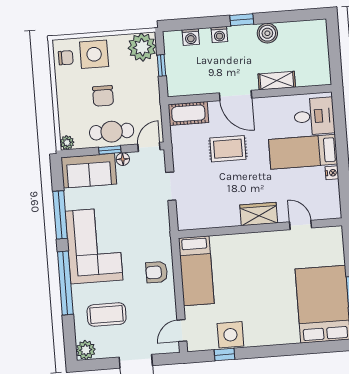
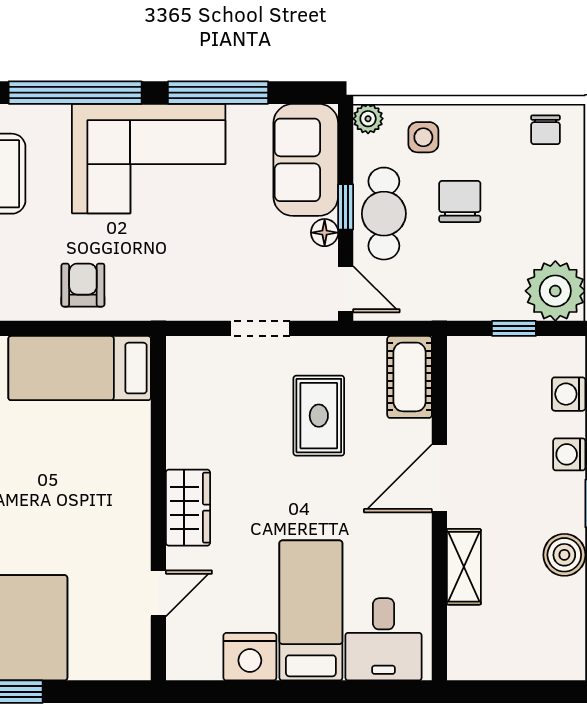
side table: (94, 54) -> (423, 137), moved, width x0.54, depth x0.54
chair: (103, 96) -> (460, 201), turned 90
rug: (228, 149) -> (319, 416), moved
nightstand: (332, 173) -> (250, 657), width x1.89, depth x1.79

